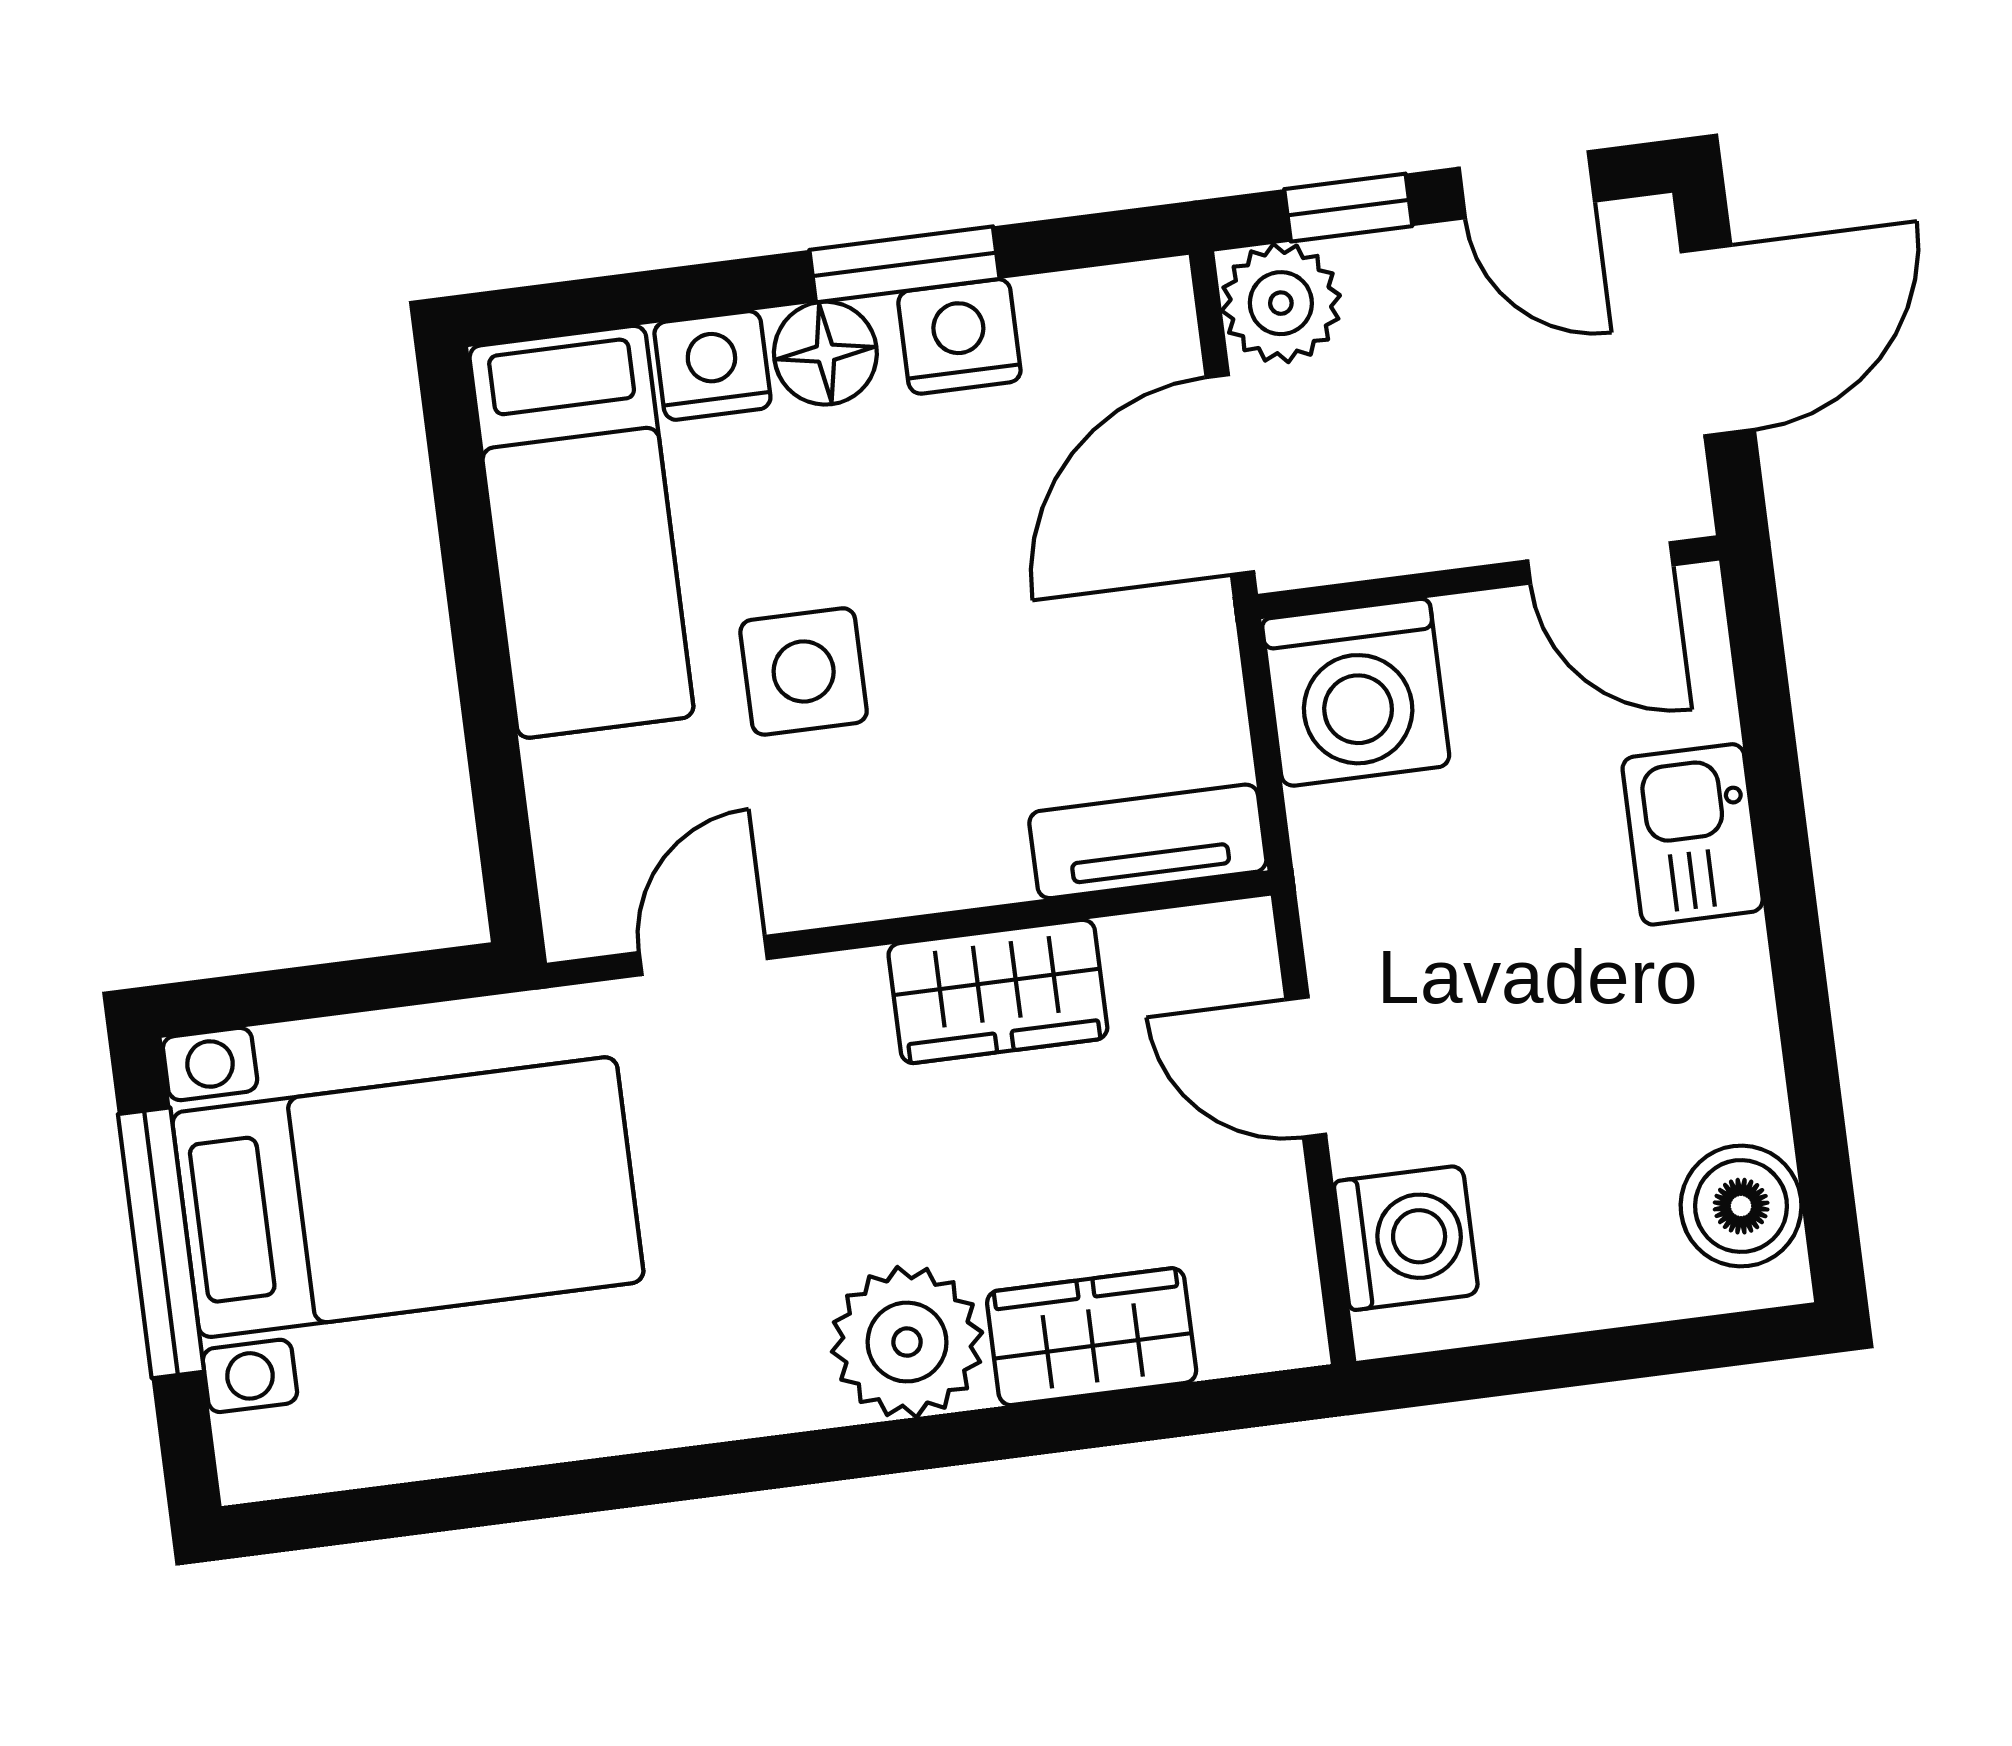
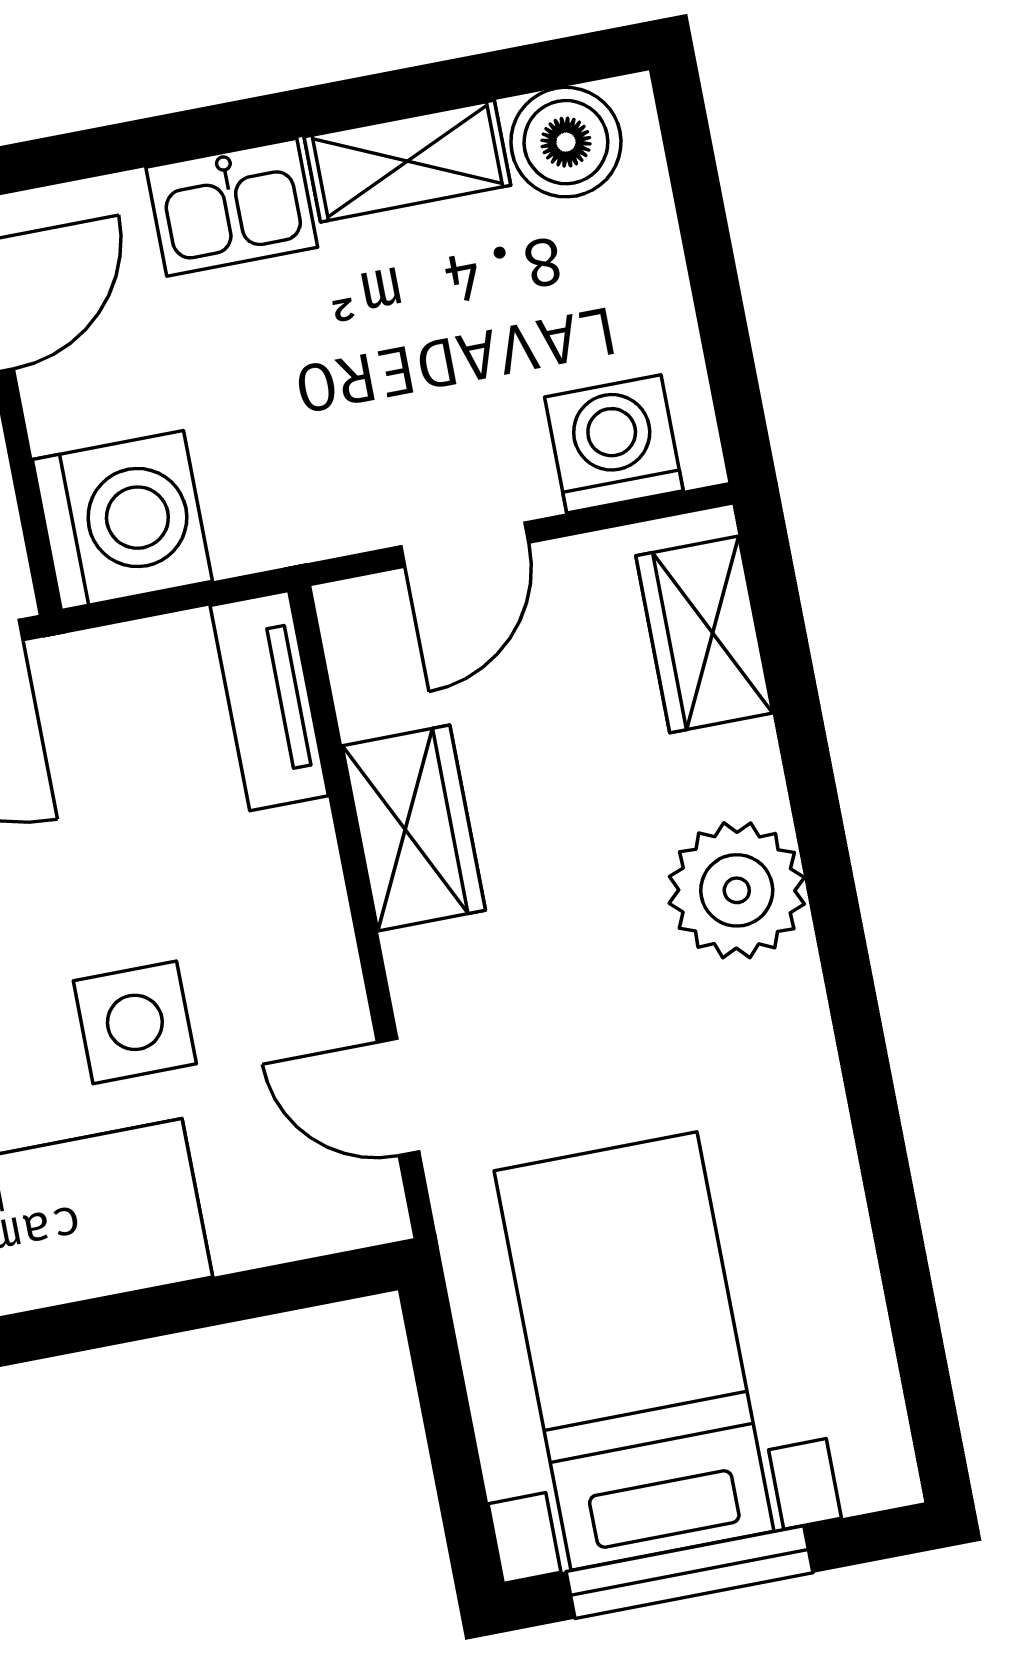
shelving: (1731, 1030) -> (407, 161), added
wardrobe: (1092, 1337) -> (704, 634), moved

